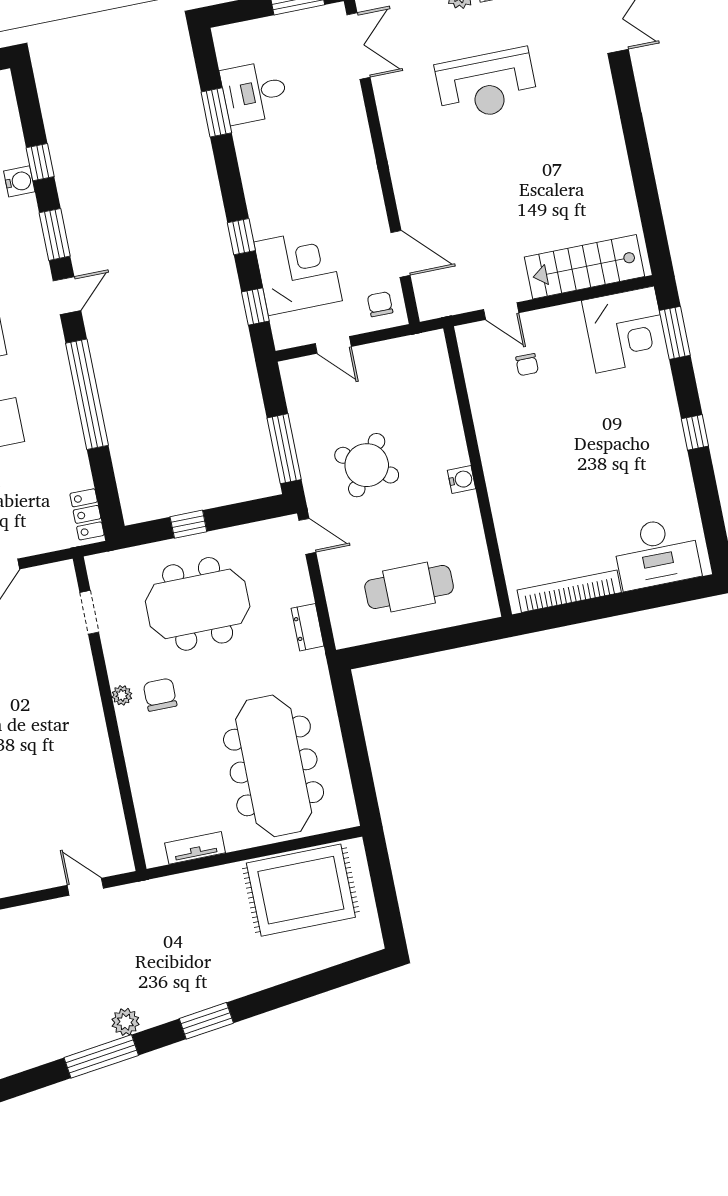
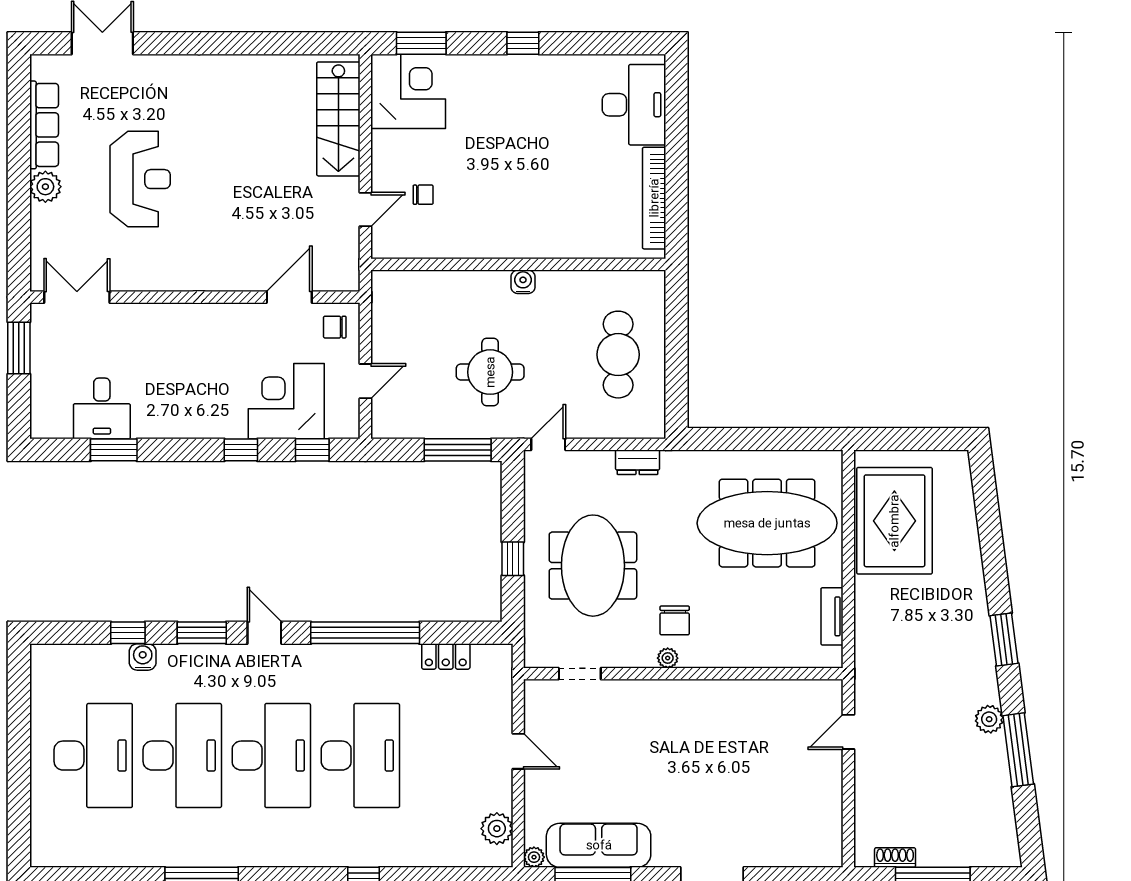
round table: (367, 465) -> (490, 372), turned -34
locker: (87, 514) -> (446, 656), moved
chair: (160, 695) -> (675, 620), turned -90

